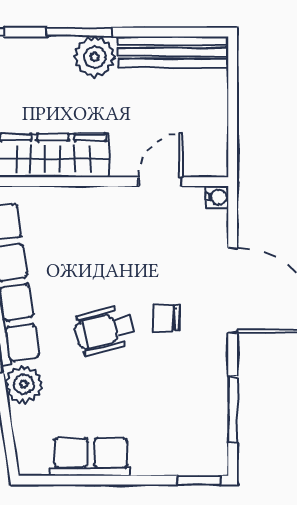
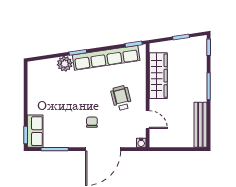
plant: (95, 57) -> (198, 93), removed
wheelchair: (105, 330) -> (121, 98), moved
row of seats: (91, 457) -> (35, 131), moved

